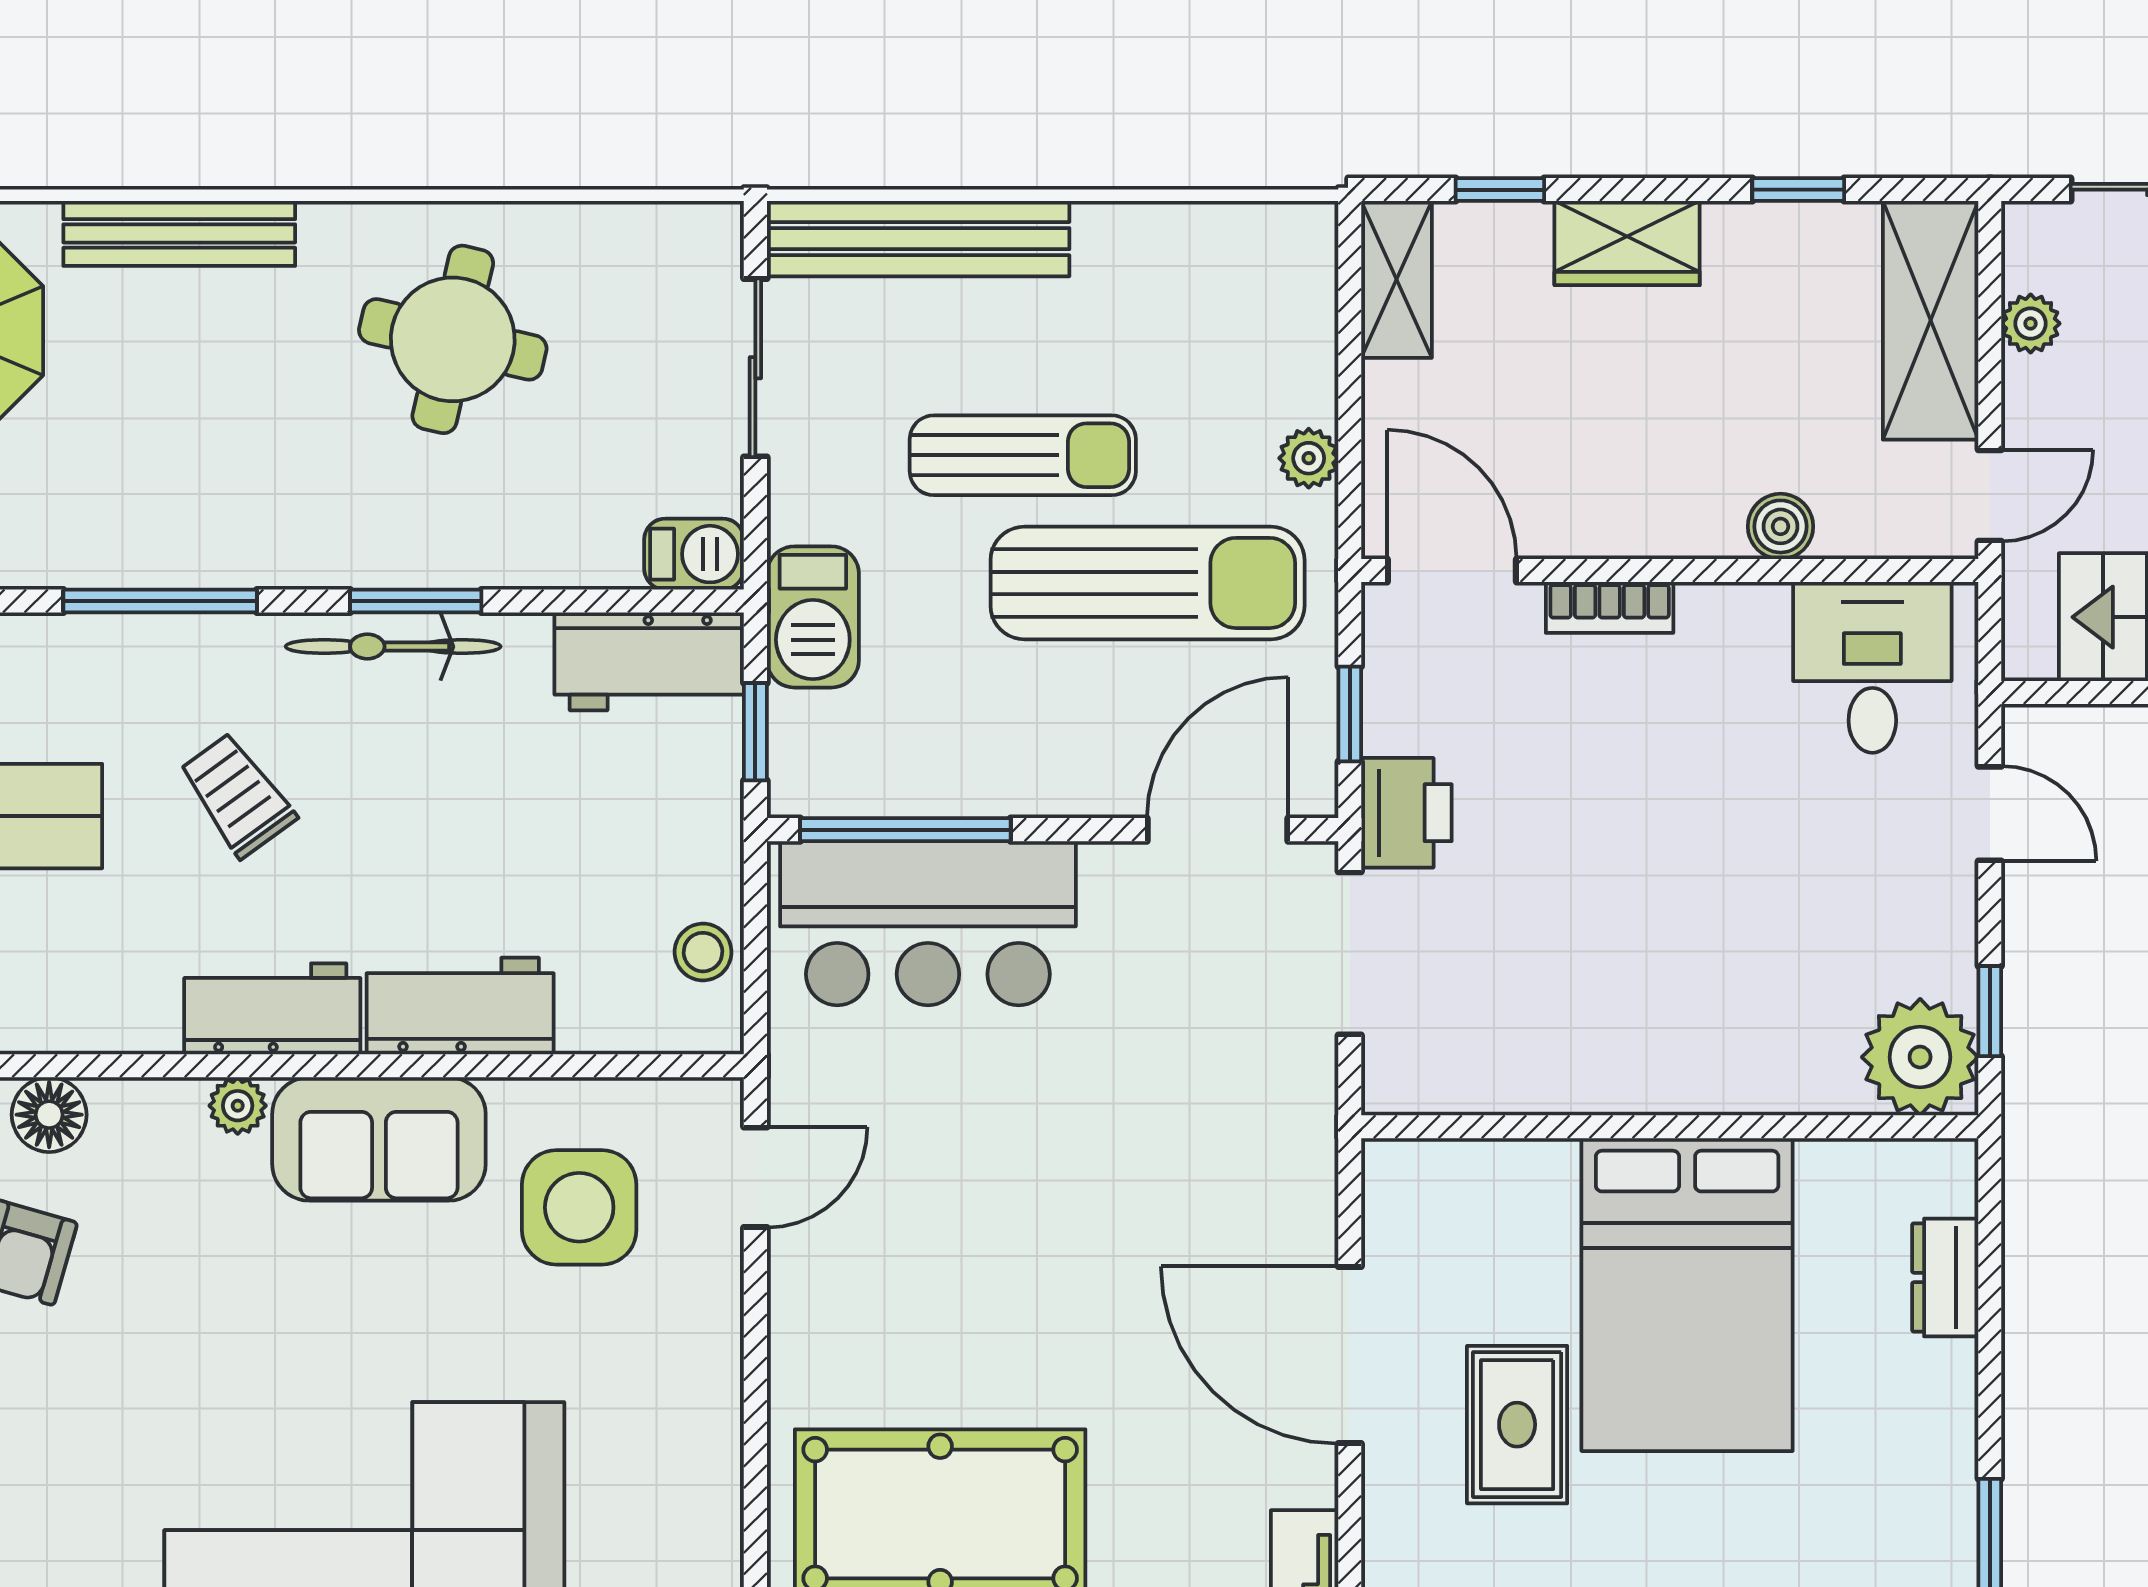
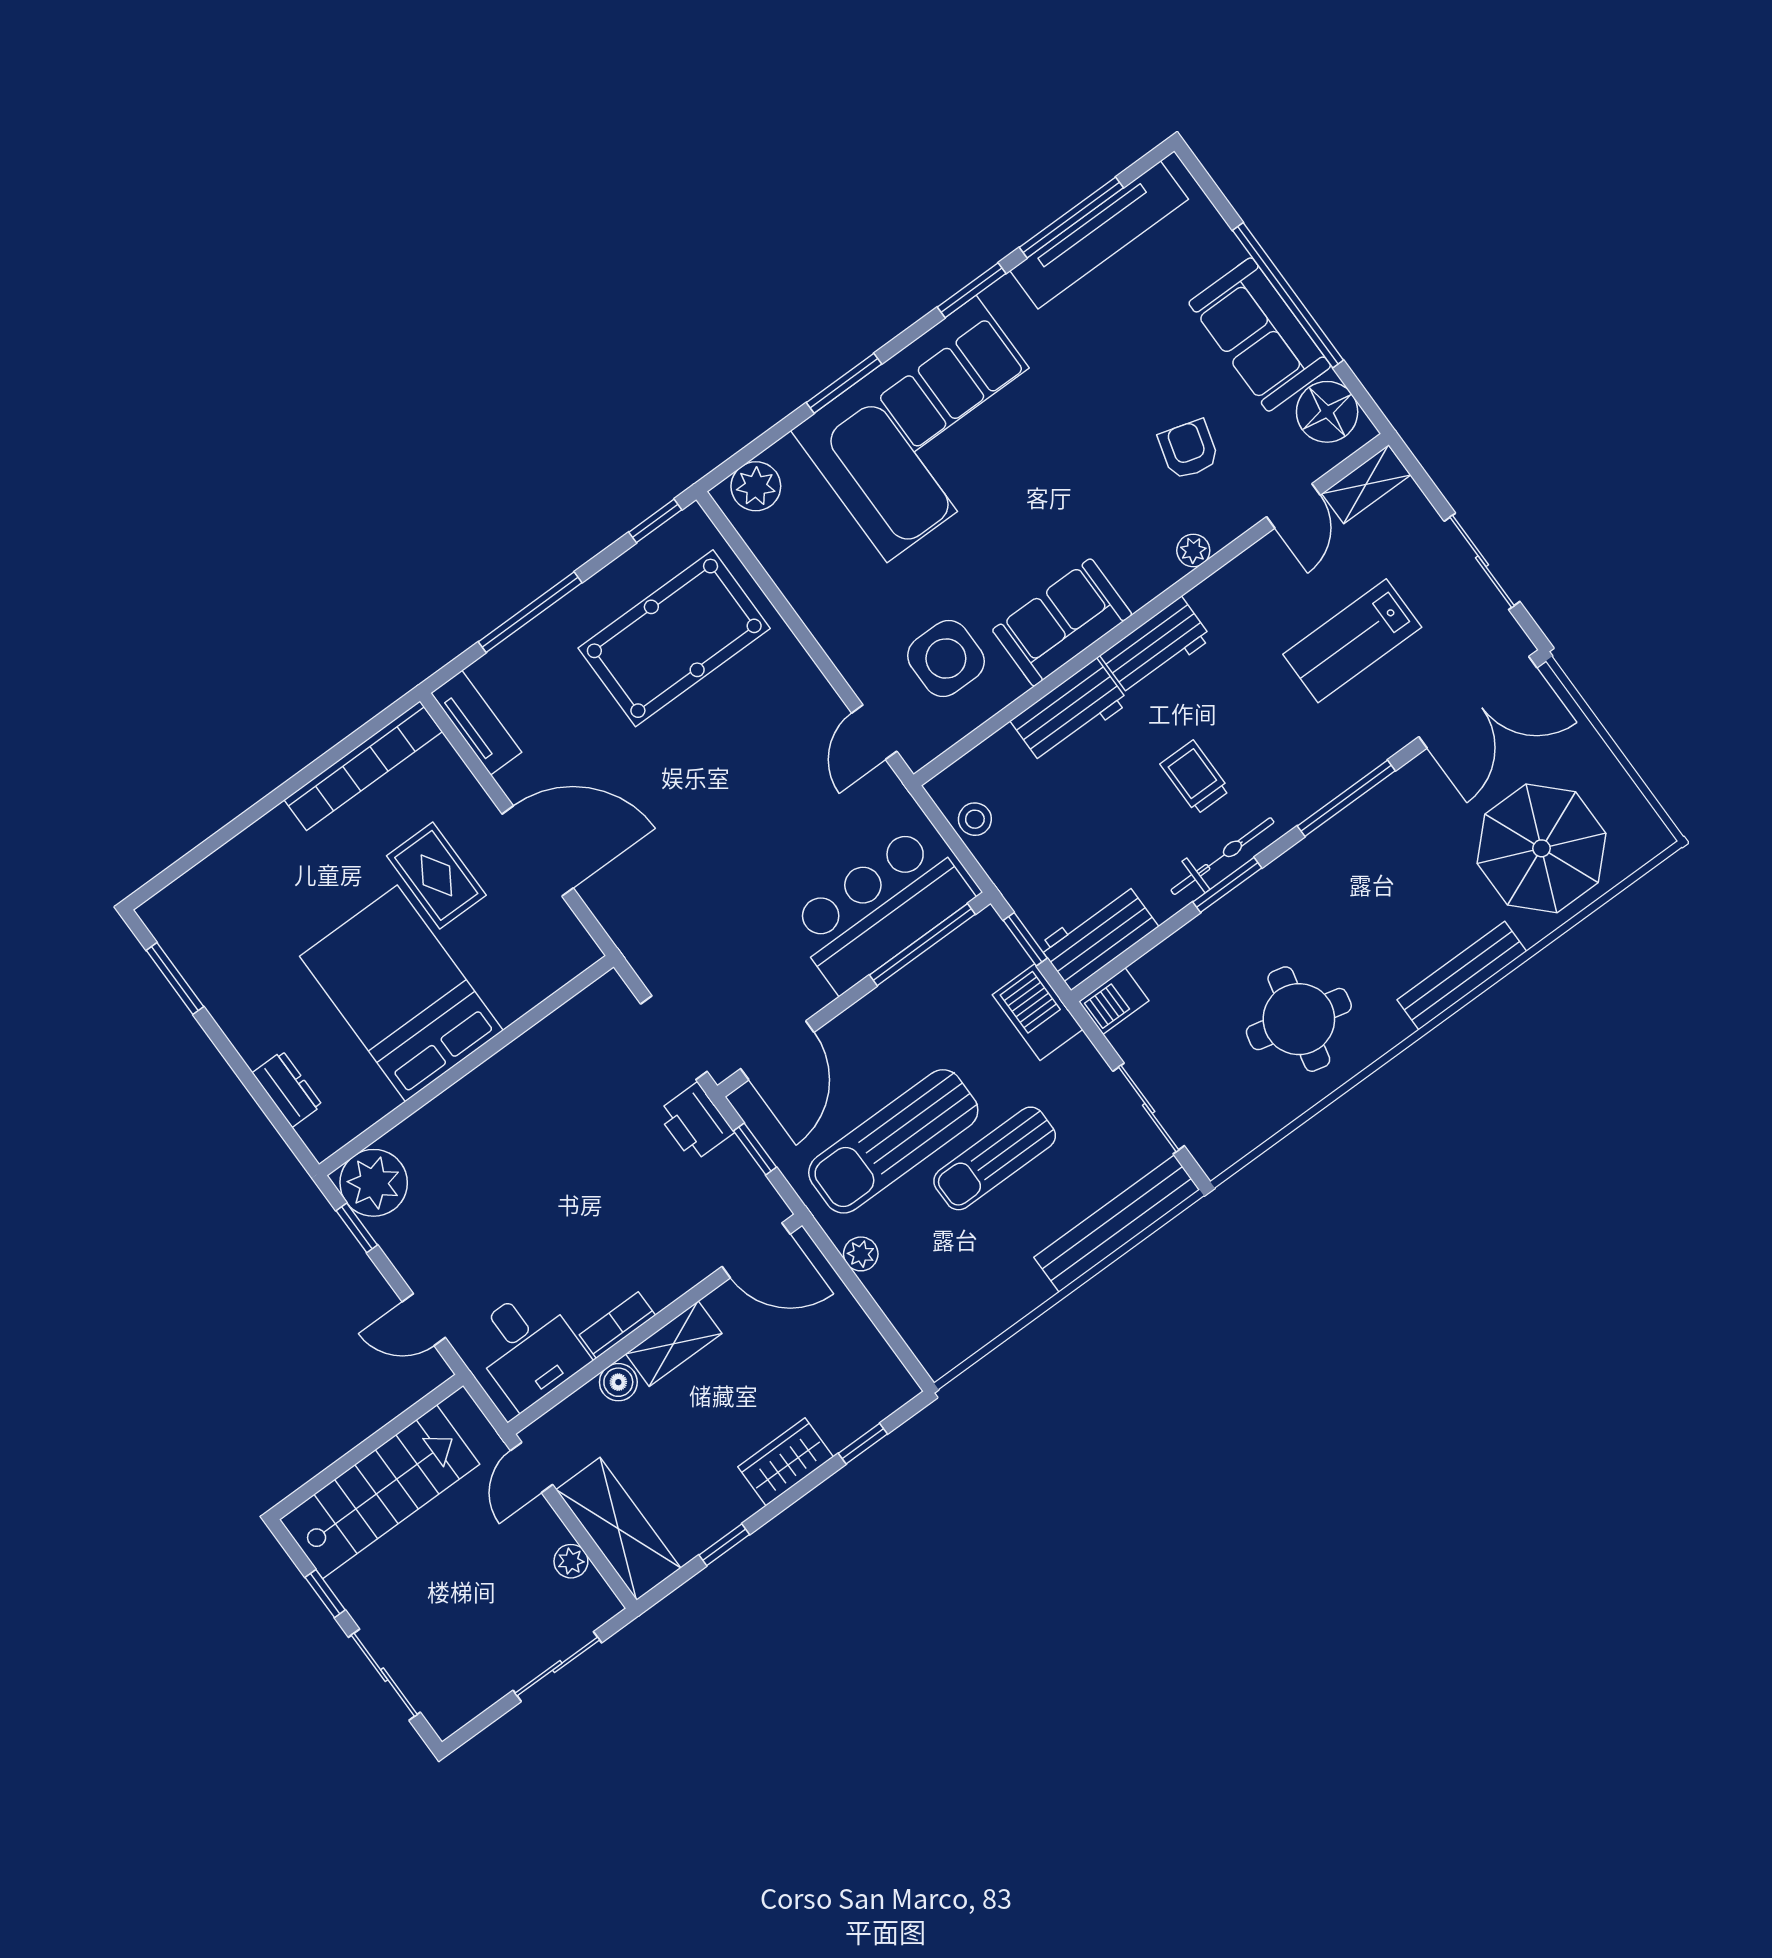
shelving: (1396, 279) -> (674, 1344), moved, turned 90
bookcase: (1610, 607) -> (617, 1325), moved
trolley: (237, 795) -> (1195, 777), moved, turned -144
plant: (238, 1106) -> (1193, 550), moved
floor lamp: (49, 1115) -> (1224, 522), removed

